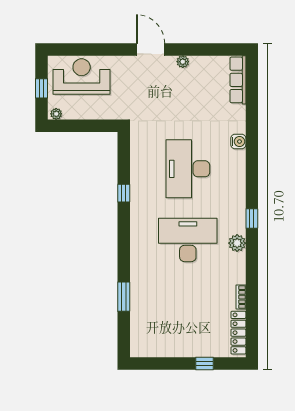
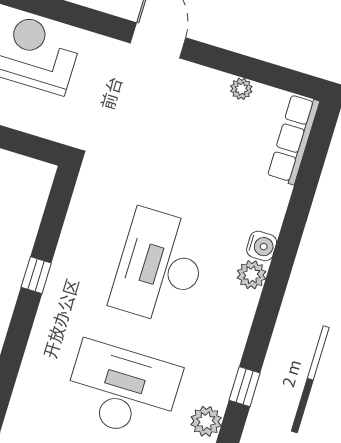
plant: (183, 62) -> (241, 89), moved
plant: (238, 158) -> (252, 275), added

